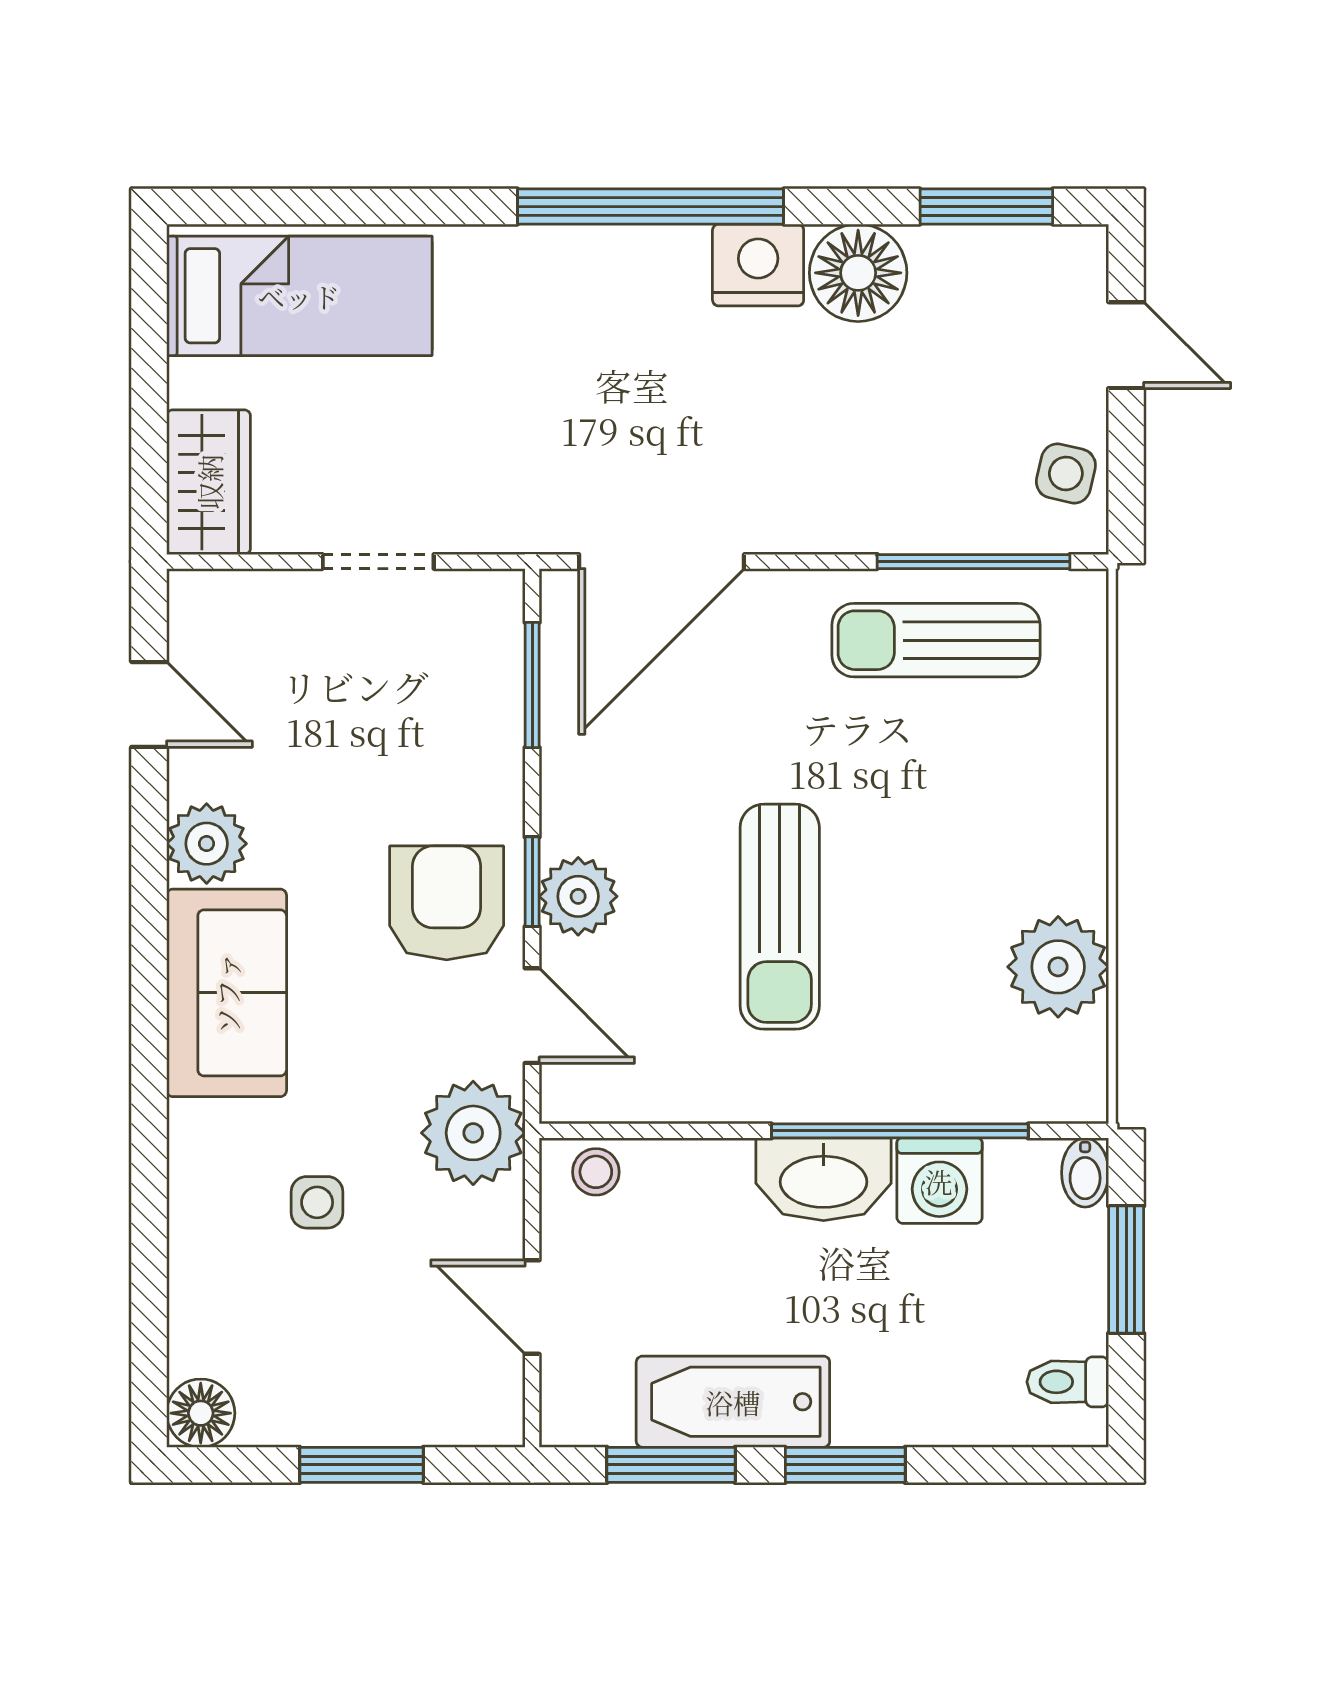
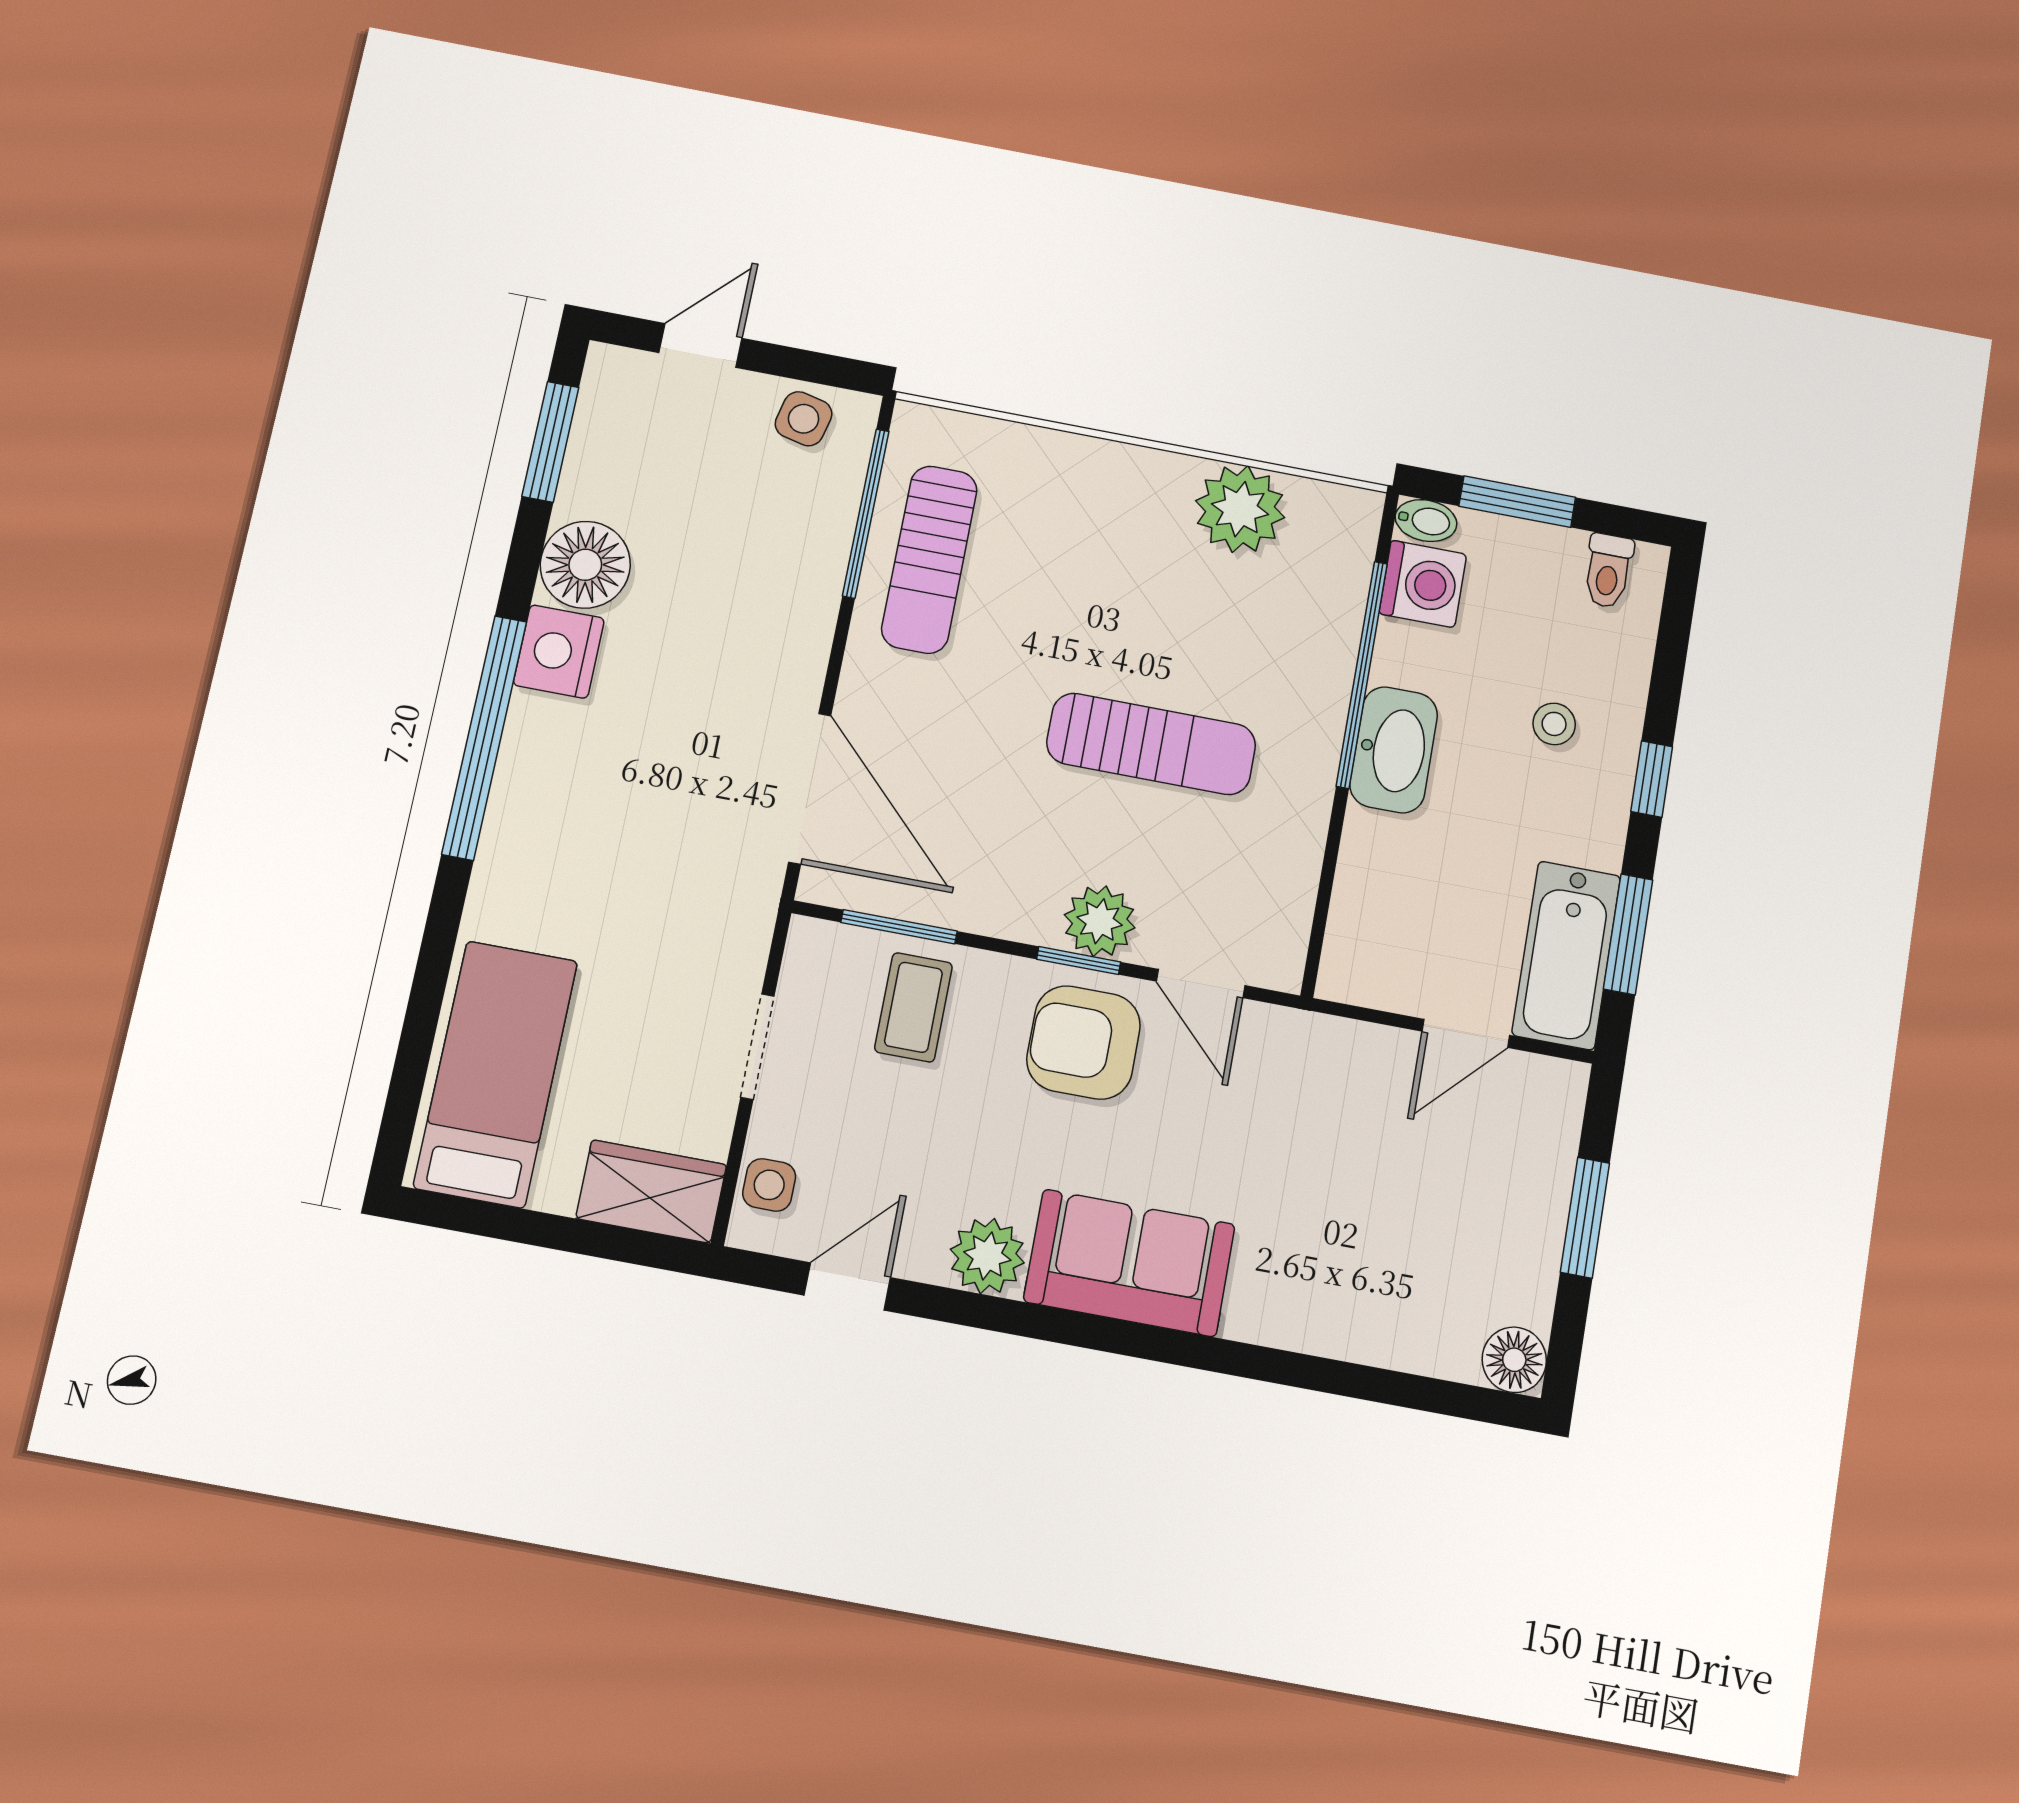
coffee table: (450, 717) -> (913, 1007), added
door: (532, 1016) -> (1201, 983), swing flipped
plant: (473, 1133) -> (1298, 1058), removed
stool: (596, 1172) -> (1554, 724), moved
washing machine: (939, 1181) -> (1423, 584), moved
side table: (317, 1202) -> (769, 1185), moved
bathtub: (733, 1402) -> (1566, 955), moved
window: (845, 1465) -> (1652, 779), width x0.67

